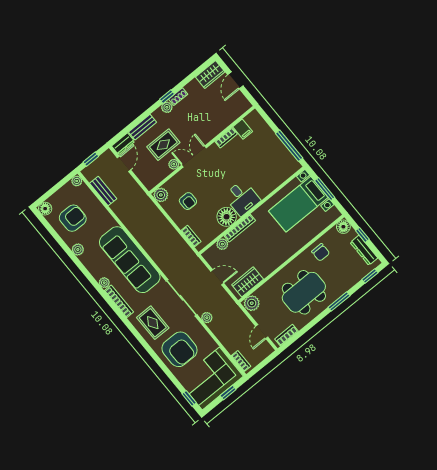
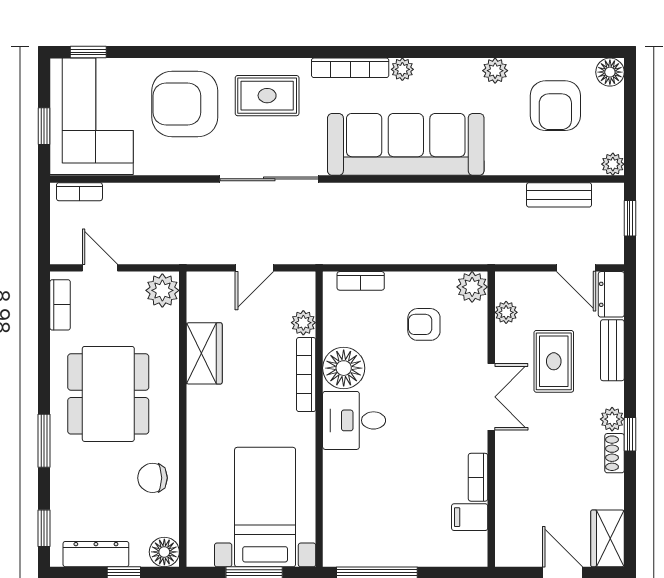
plant: (174, 164) -> (506, 312), moved
wardrobe: (248, 282) -> (204, 353), moved
plant: (207, 318) -> (200, 194), removed

